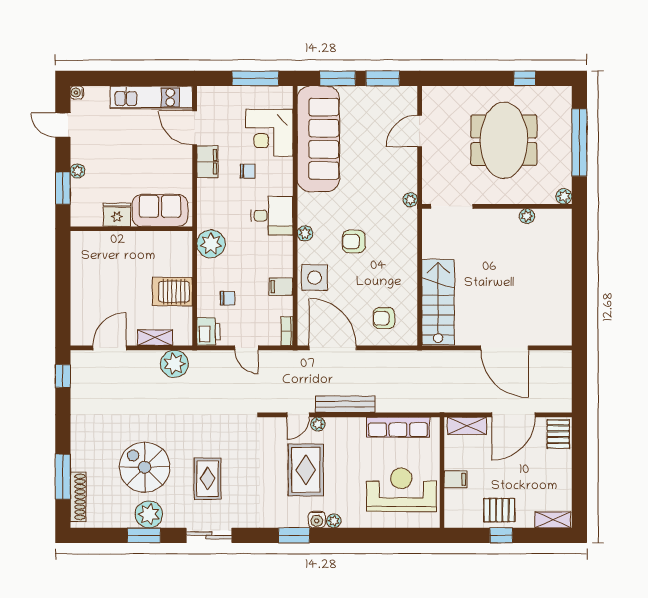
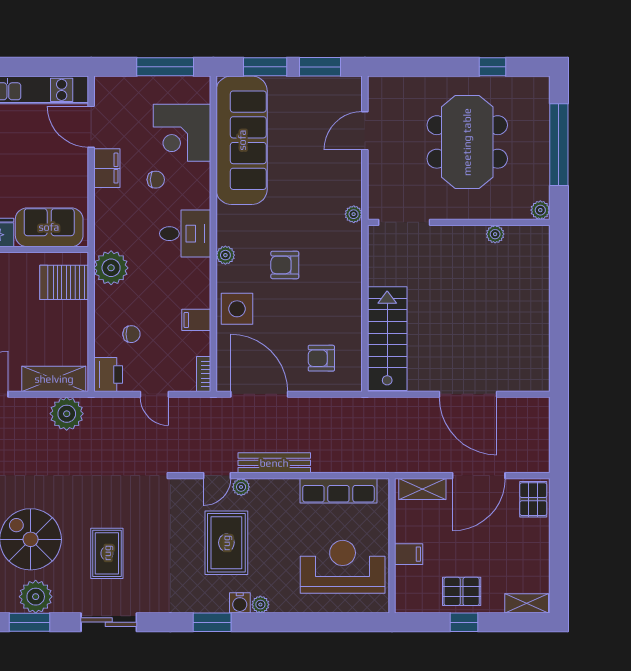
server rack: (172, 292) -> (64, 282), moved
shelving: (155, 338) -> (54, 379), width x1.50, depth x1.33

